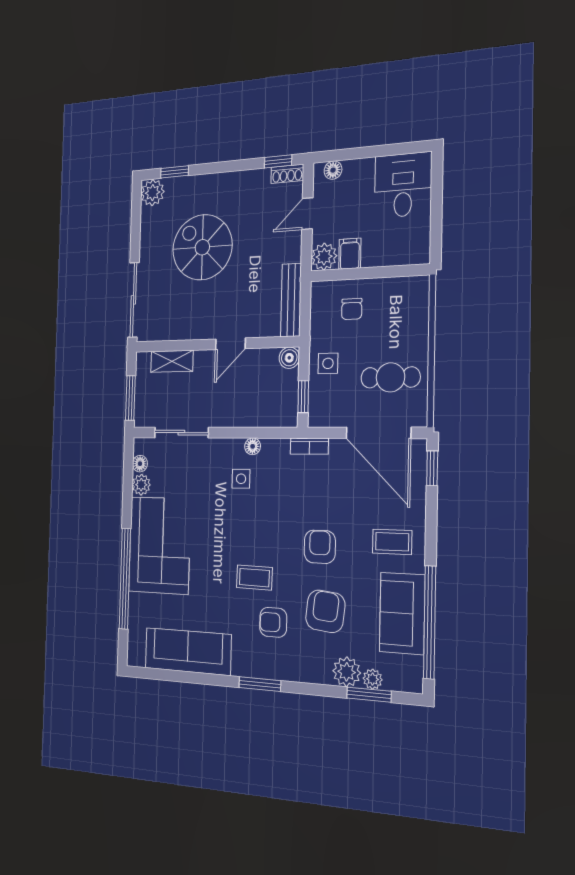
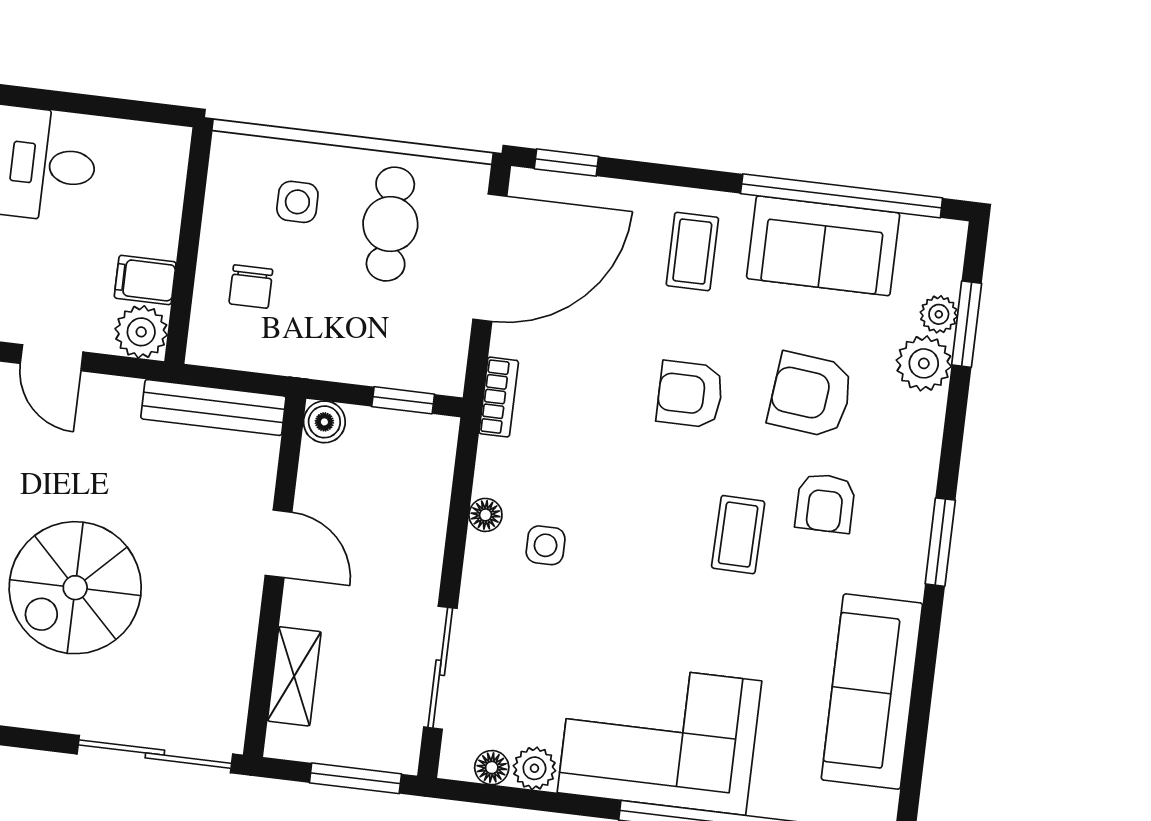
chair: (352, 309) -> (251, 287), turned 90
side table: (328, 363) -> (297, 202), moved

